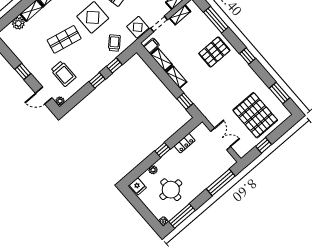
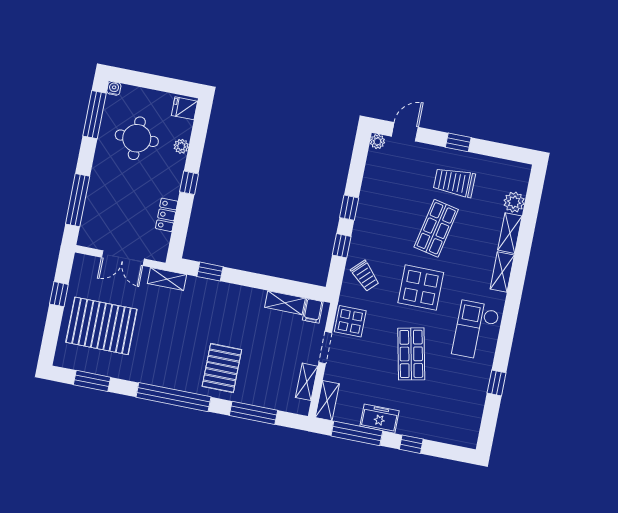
window: (247, 56) -> (173, 397), width x3.17
trolley: (63, 74) -> (454, 182), moved
shelving: (176, 77) -> (167, 279), moved

